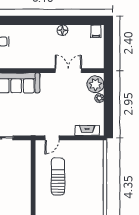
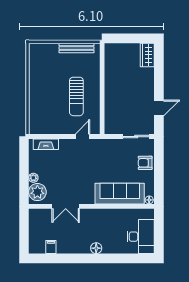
floor lamp: (62, 30) -> (96, 248), moved
filing cabinet: (96, 31) -> (51, 247), moved

